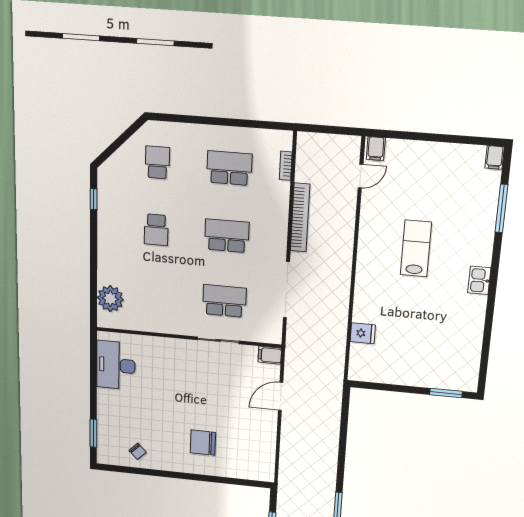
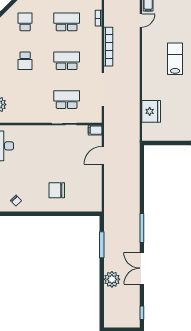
fridge: (363, 333) -> (151, 111), width x1.88, depth x1.34

